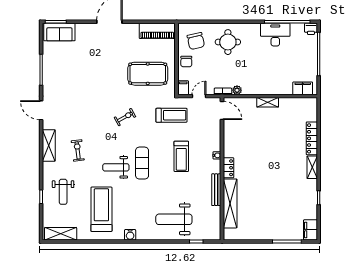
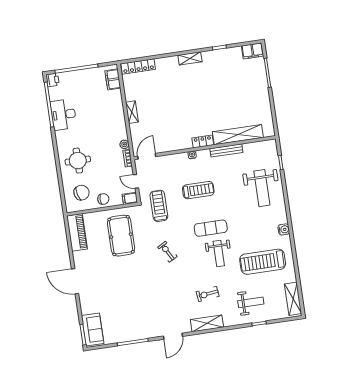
locker: (312, 138) -> (138, 66), moved

